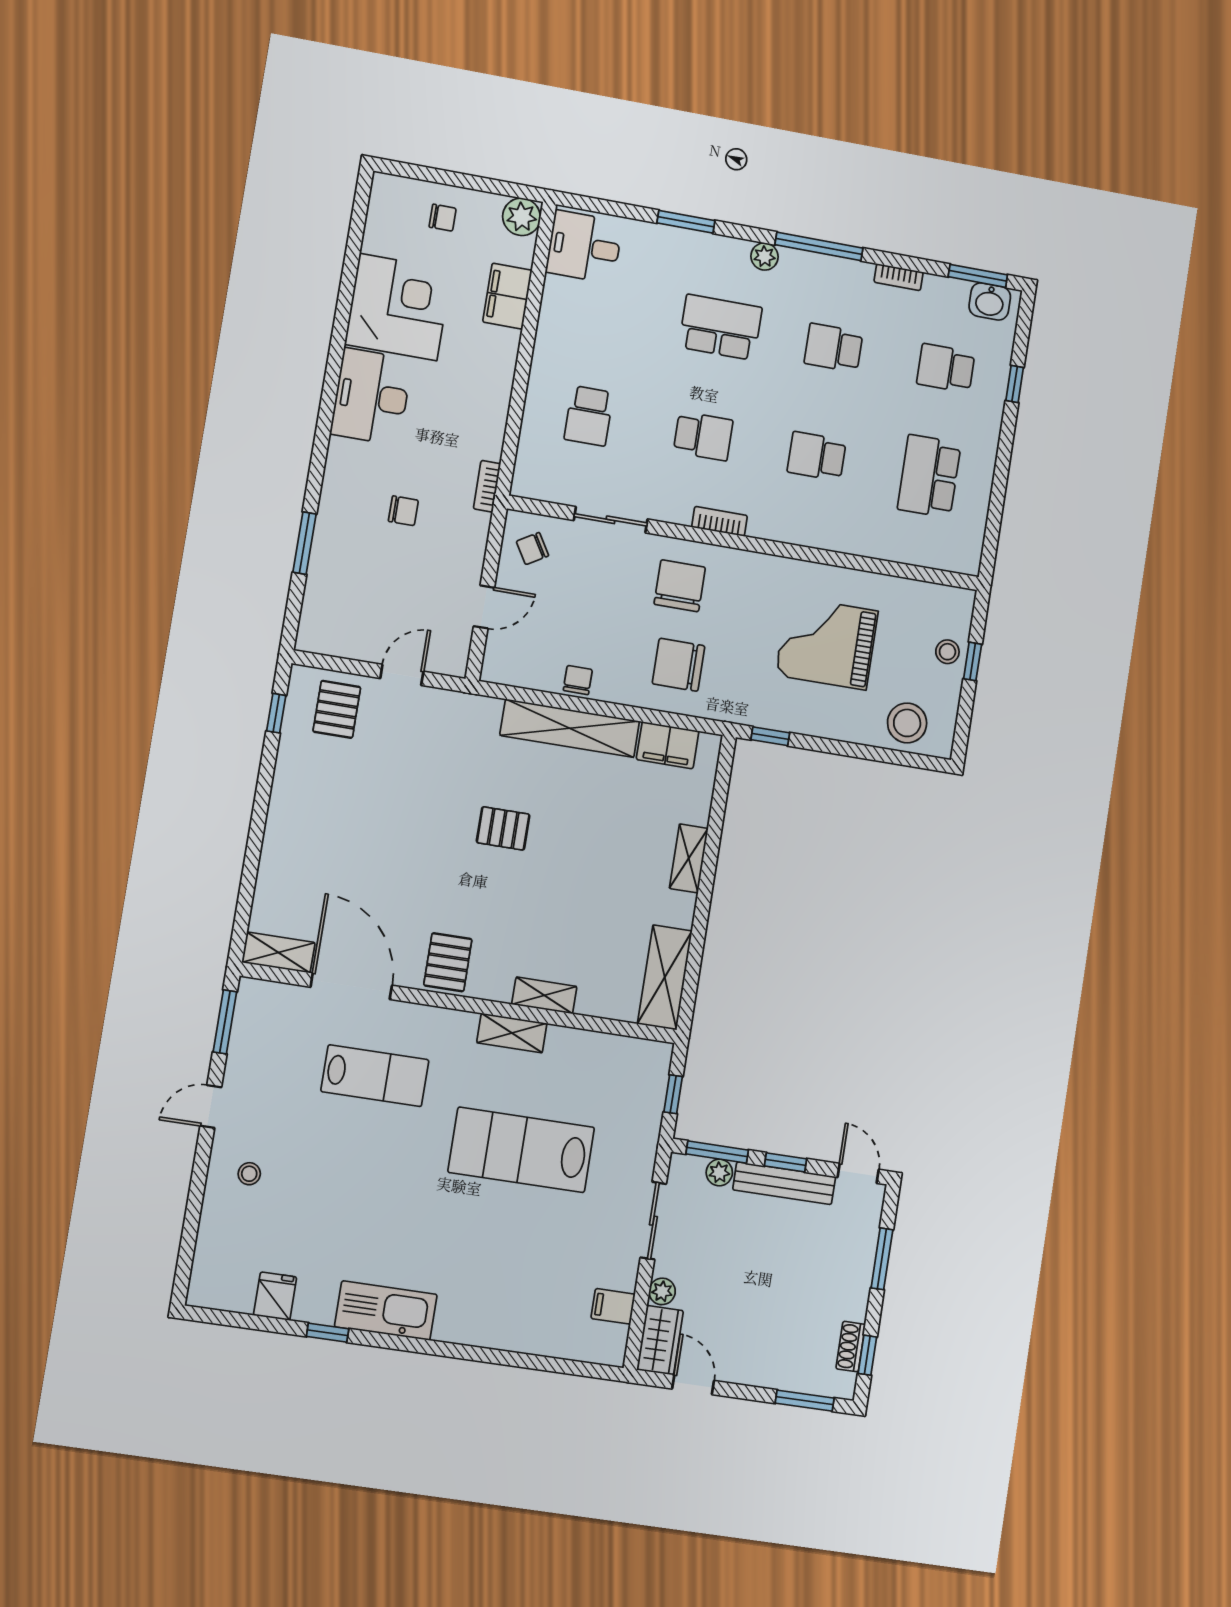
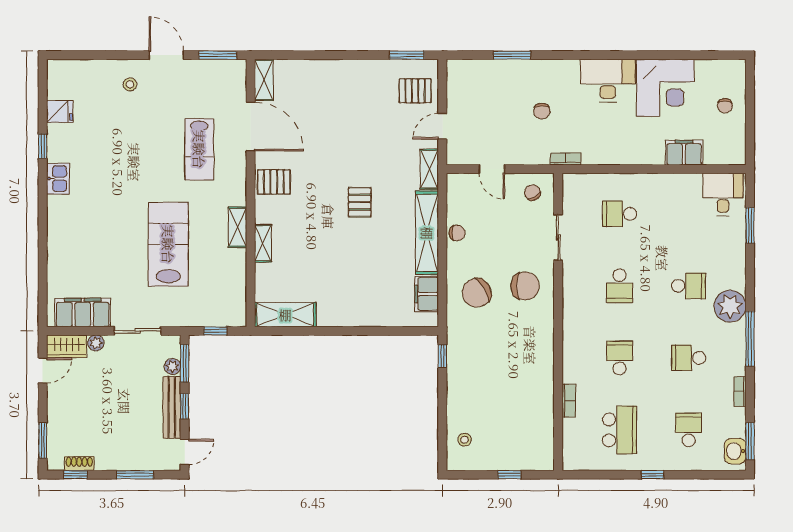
plant: (522, 217) -> (734, 153), removed
window: (686, 222) -> (750, 225), moved
plant: (764, 257) -> (730, 306), width x1.87, depth x1.87
school desk: (720, 327) -> (689, 286), width x0.54
school desk: (834, 348) -> (689, 358), turned -90
window: (1015, 384) -> (653, 475), moved
school desk: (929, 476) -> (620, 430), turned 90
bookcase: (719, 521) -> (569, 401), moved
grand piano: (827, 643) -> (505, 382), removed
stool: (947, 652) -> (513, 458), removed
chair: (679, 665) -> (477, 293), turned -121
door: (402, 675) -> (442, 126), swing flipped
window: (276, 713) -> (407, 55), width x1.50
stool: (907, 723) -> (465, 440), width x0.53, depth x0.53
shelving: (689, 858) -> (429, 169), moved, turned 90
door: (351, 986) -> (251, 127), hinge flipped
door: (211, 1106) -> (166, 55), width x1.38
filing cabinet: (613, 1306) -> (83, 312), width x3.00, depth x1.17
kitchen sink: (386, 1311) -> (58, 179), width x0.53, depth x0.81

